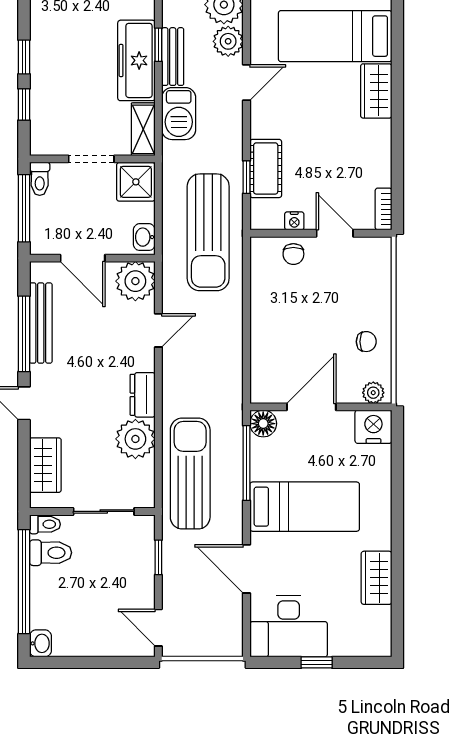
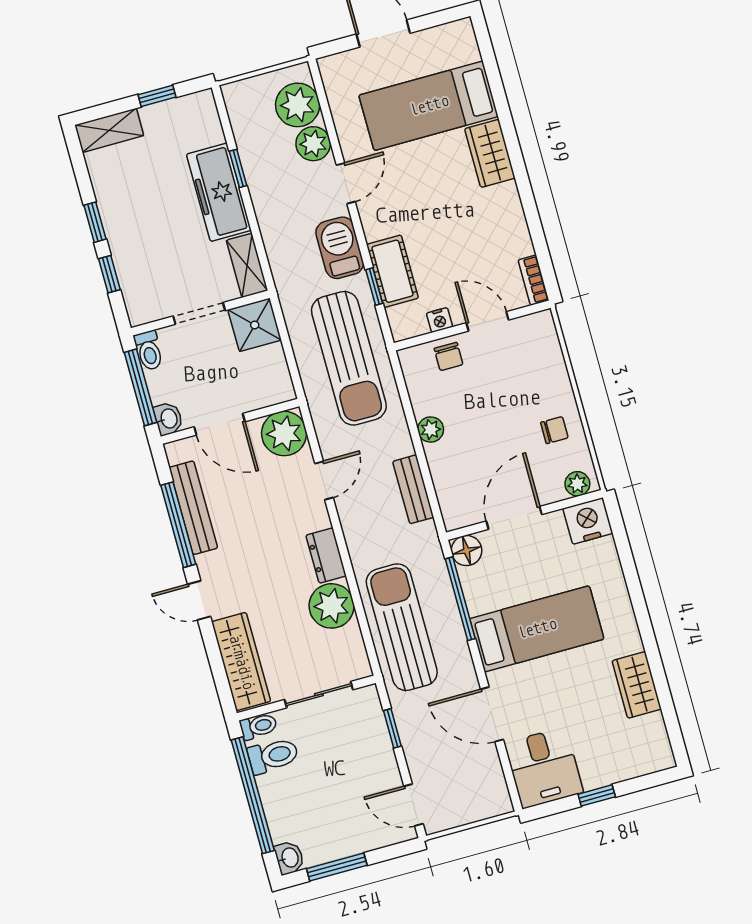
bench: (173, 57) -> (413, 489), moved
barbecue: (179, 114) -> (340, 248), moved, turned 180
washbasin: (144, 237) -> (168, 419), moved, turned 180
plant: (261, 312) -> (431, 429), added
wardrobe: (45, 465) -> (241, 662), width x1.50
desk: (289, 626) -> (544, 768), width x0.73
window: (79, 662) -> (337, 867), added

